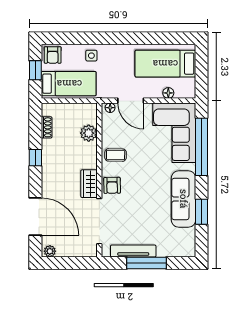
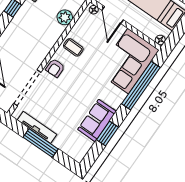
floor lamp: (168, 93) -> (160, 40), moved
wardrobe: (89, 184) -> (39, 55), removed
sofa: (184, 199) -> (97, 120), width x0.73

